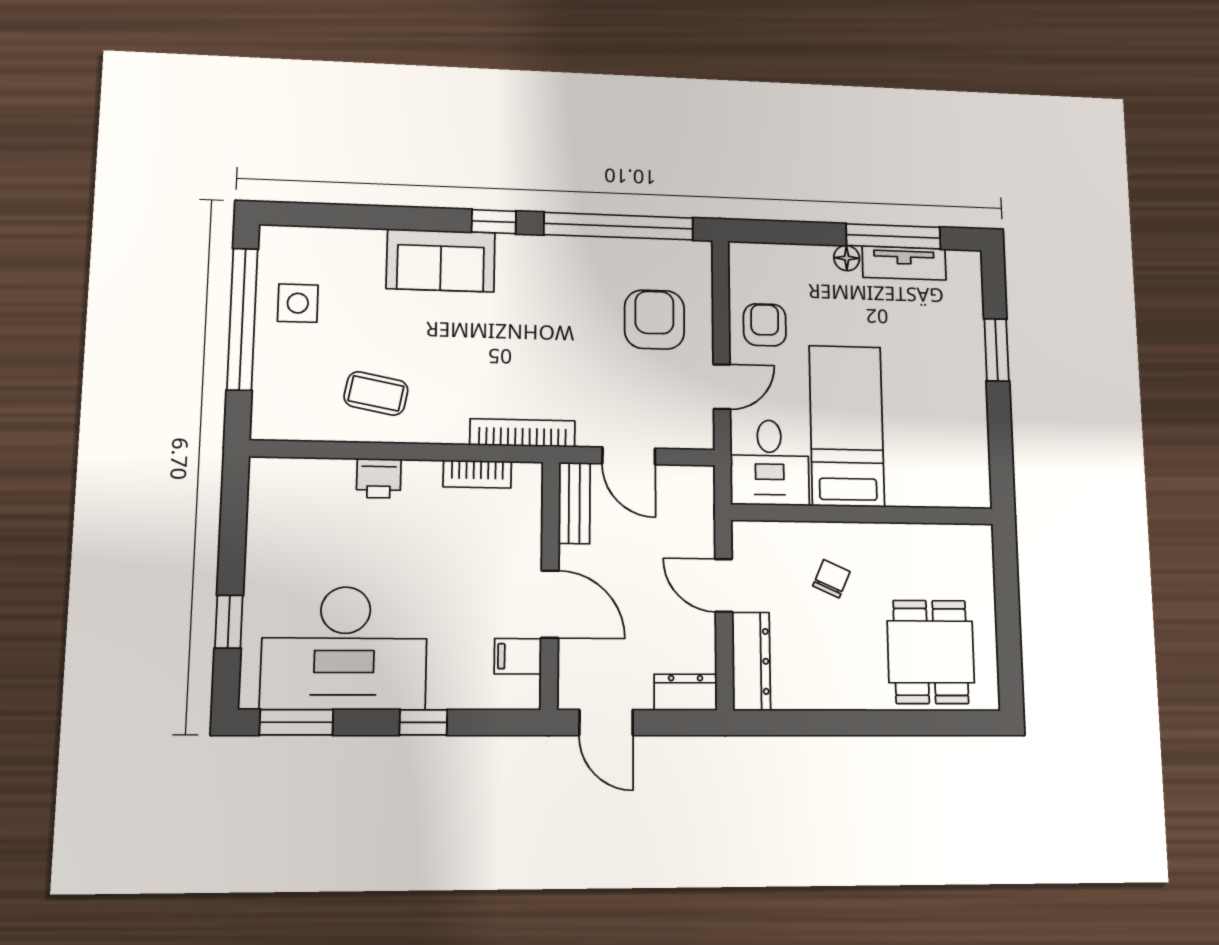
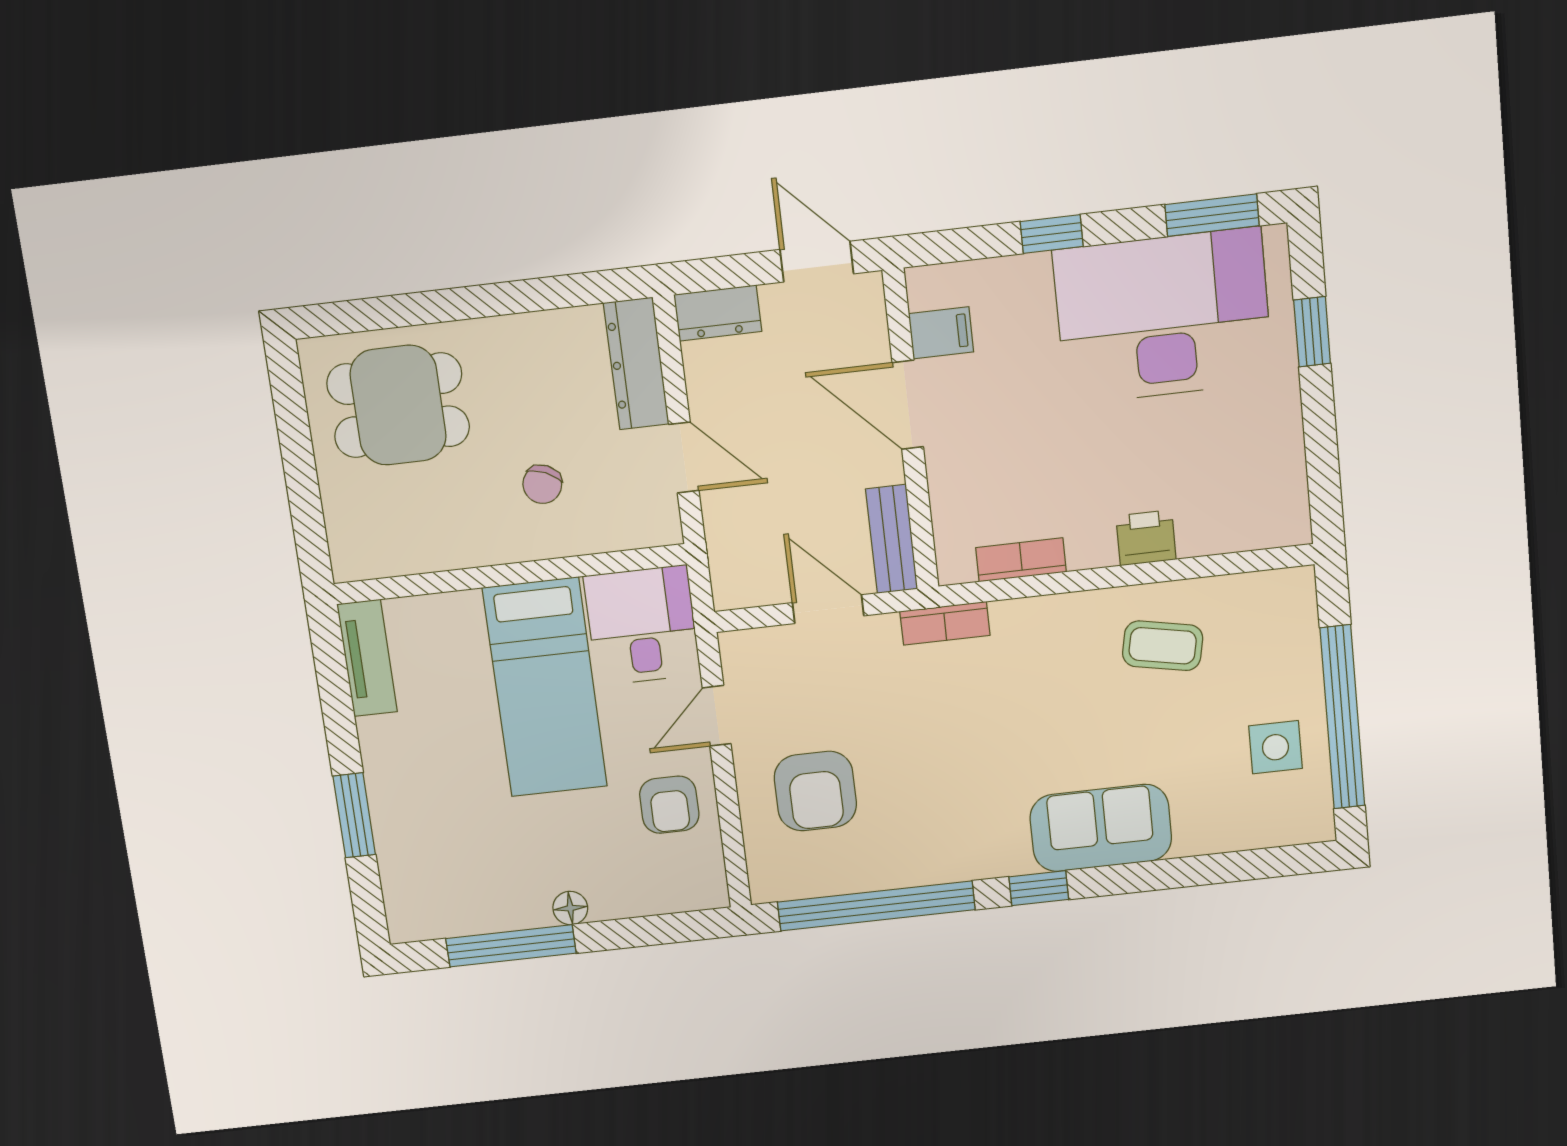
tv unit: (904, 263) -> (367, 658), moved, turned 90
bookcase: (523, 433) -> (945, 623), width x0.64
dining table: (931, 652) -> (398, 405), turned 90

